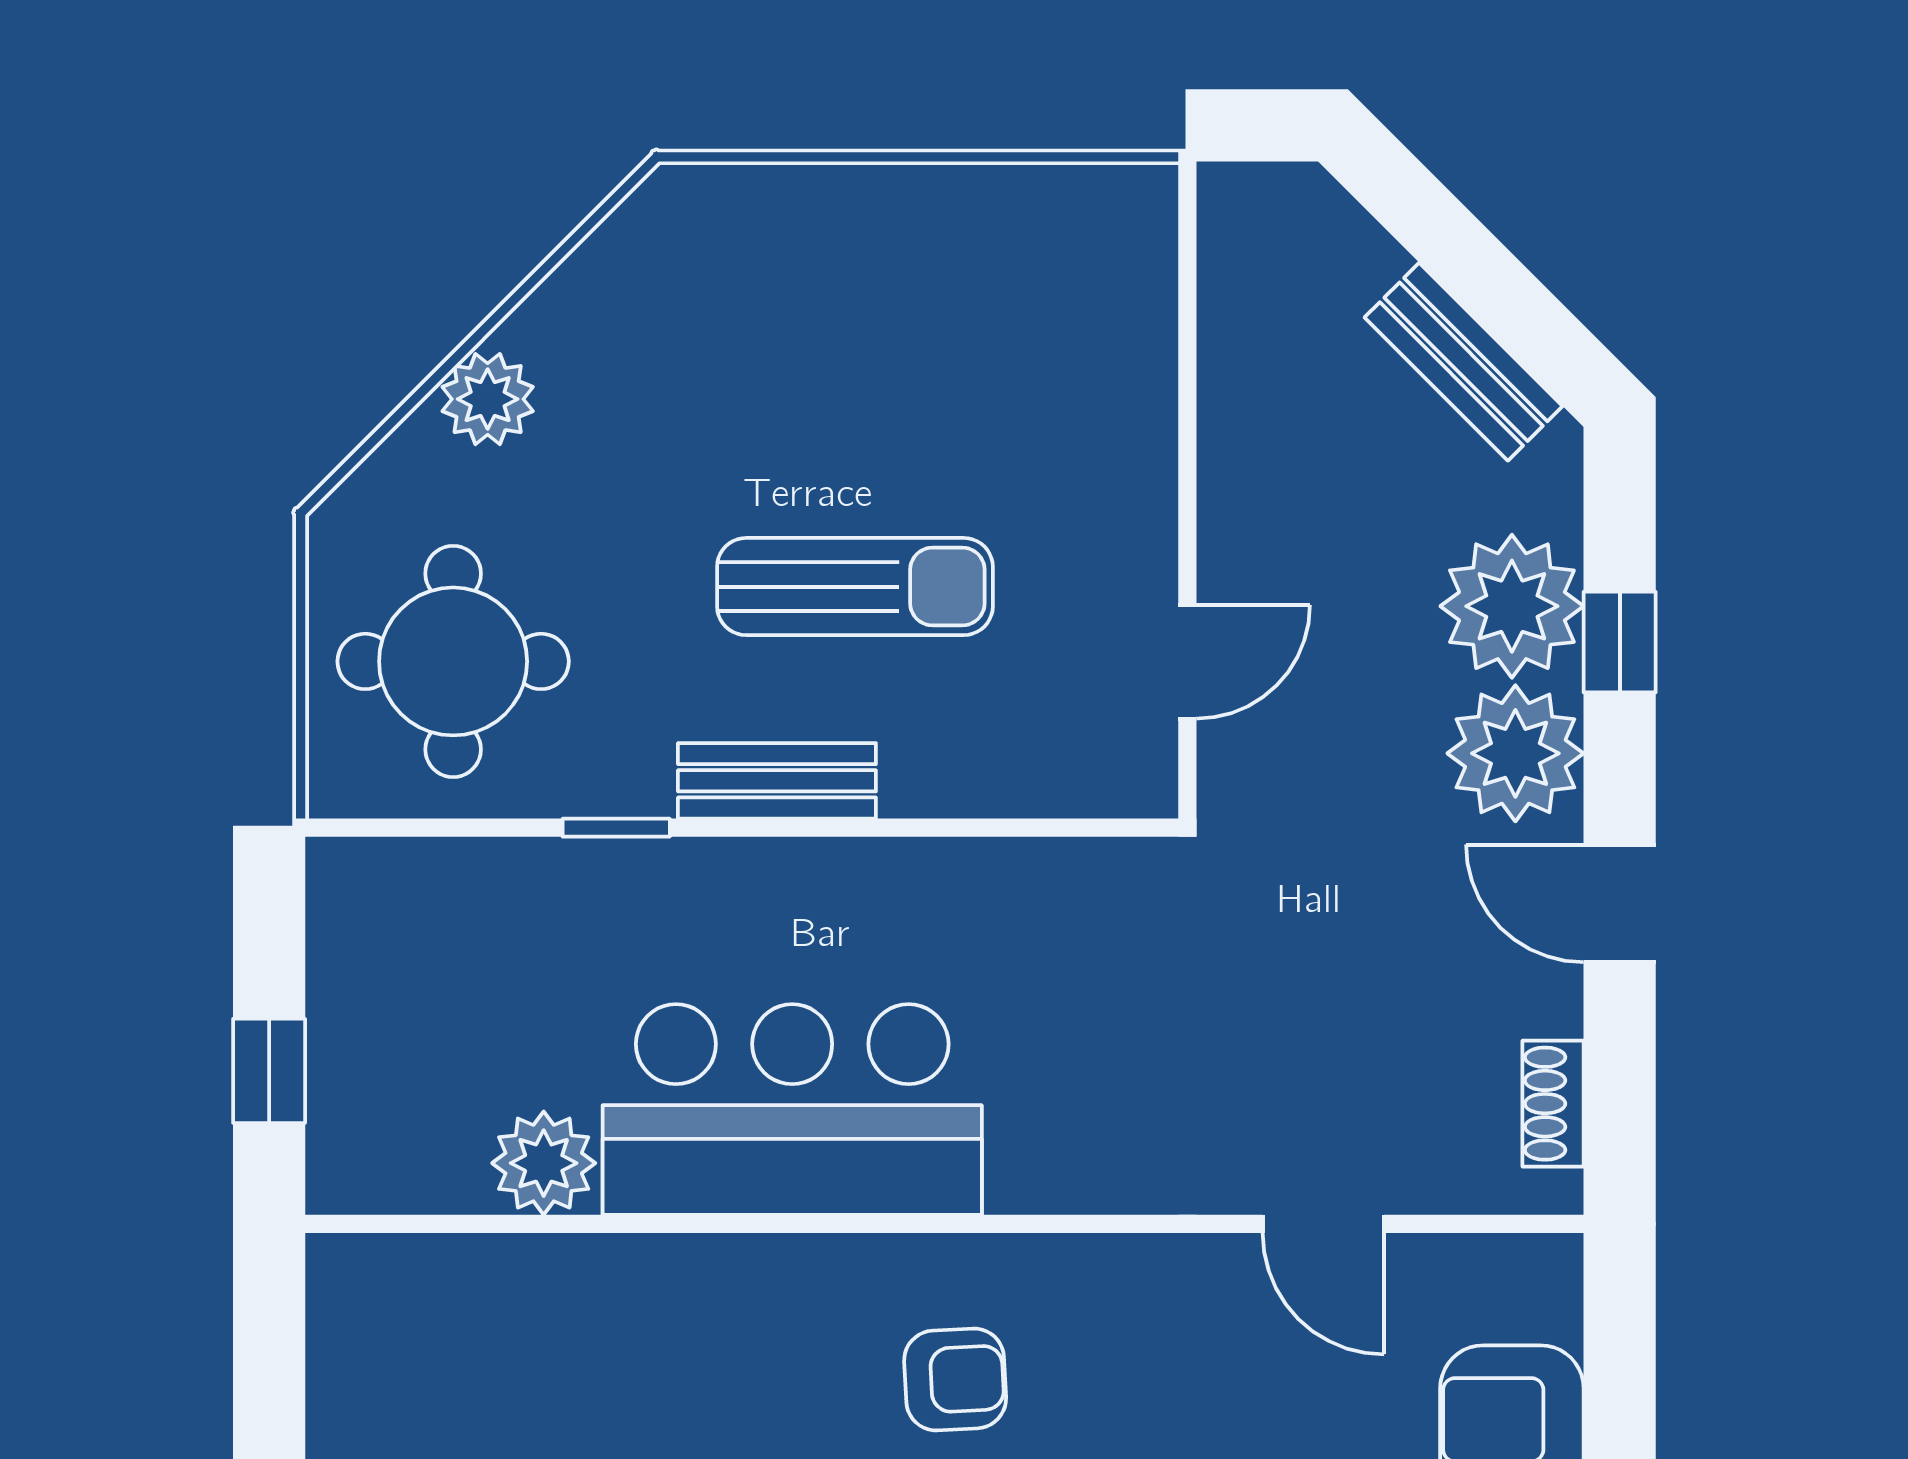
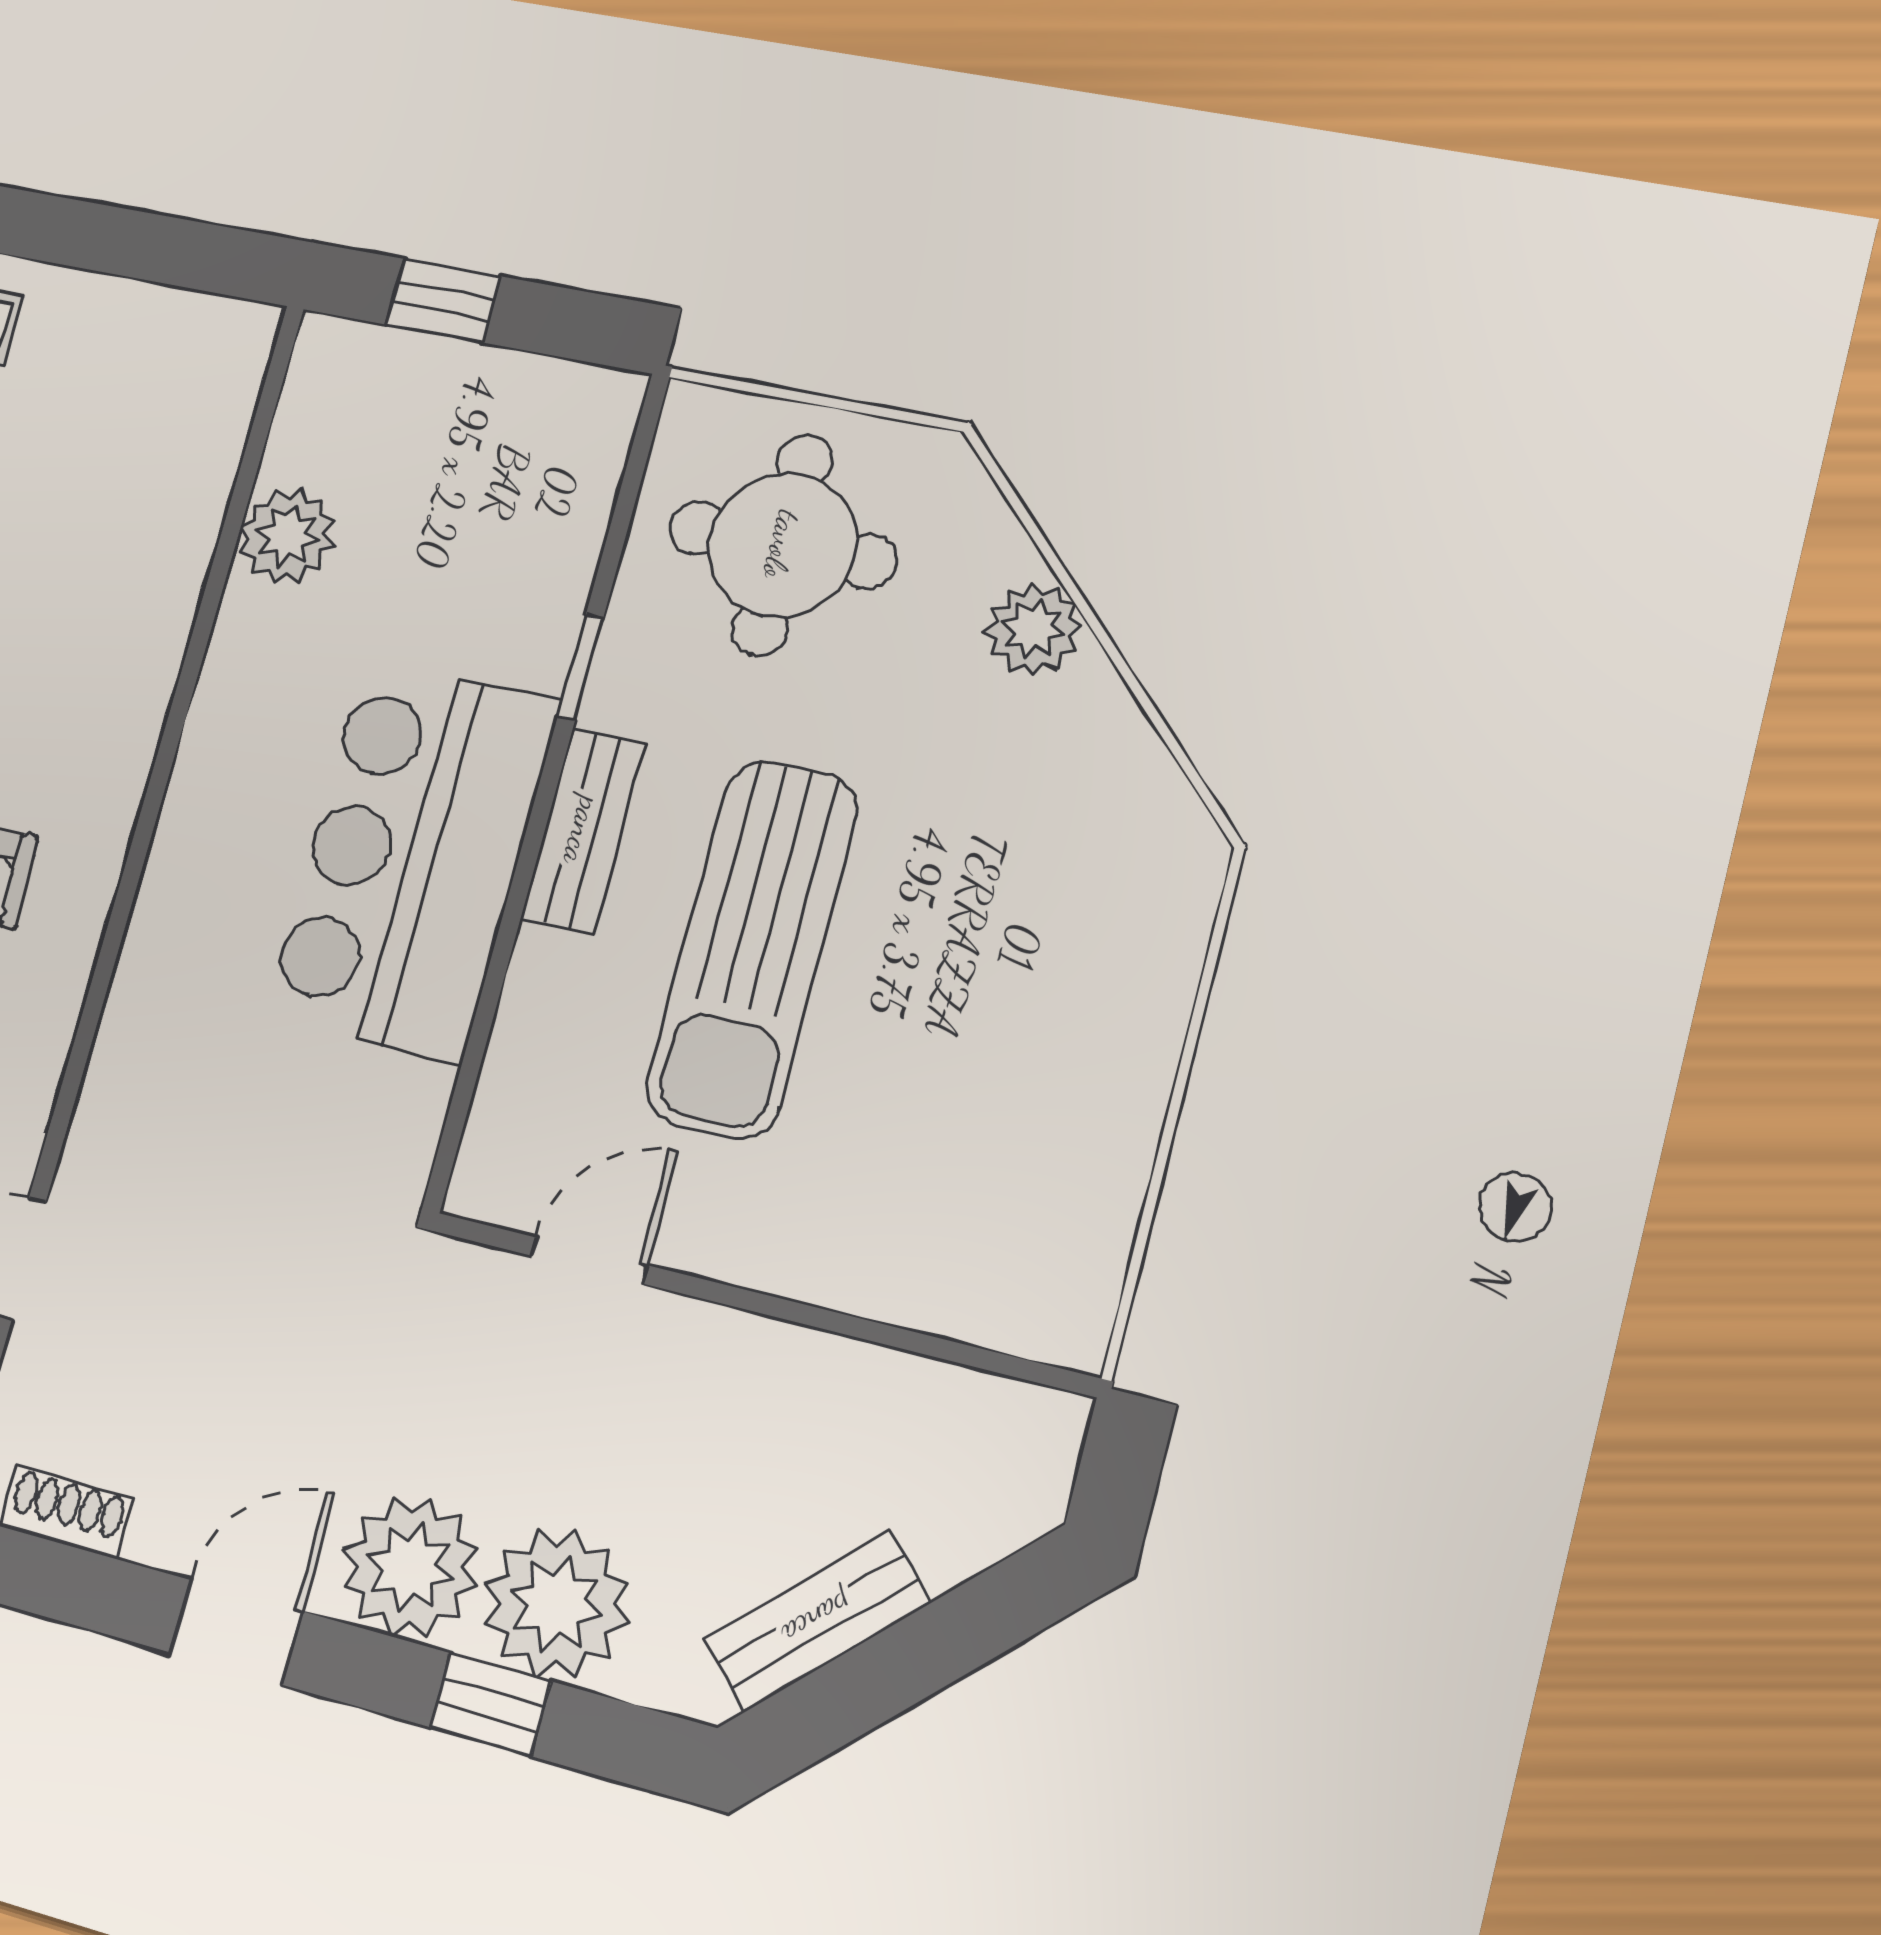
sun lounger: (855, 587) -> (752, 949), width x1.36, depth x1.34
door: (1187, 662) -> (589, 1260), swing flipped
bar counter: (792, 1109) -> (413, 859), moved, turned 180

